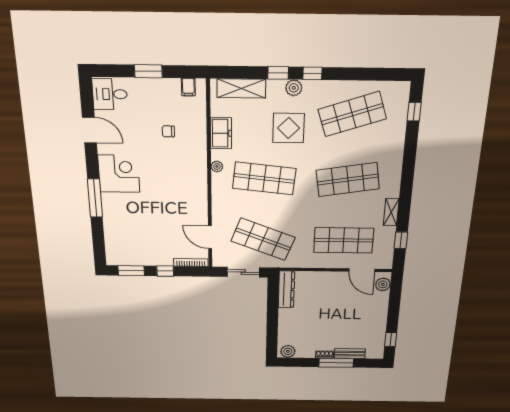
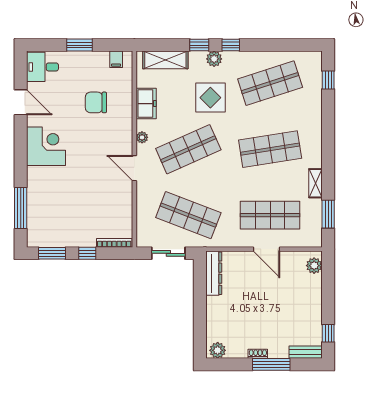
chair: (168, 131) -> (96, 102), width x1.87, depth x1.87
shop shelf: (264, 178) -> (188, 149), turned -30
window: (95, 198) -> (21, 208), moved
door: (210, 237) -> (134, 168), moved
window: (401, 240) -> (328, 214), width x1.50
door: (362, 270) -> (267, 249), moved
bench: (350, 354) -> (306, 352), moved

